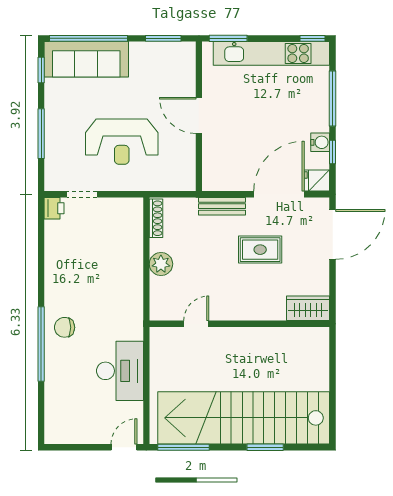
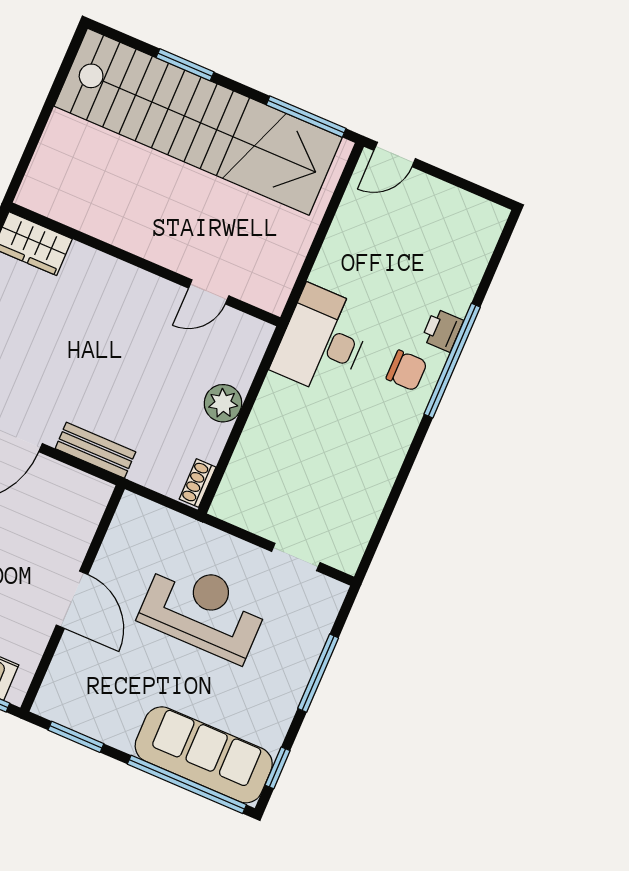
printer: (54, 208) -> (442, 330), moved
shoe rack: (156, 218) -> (198, 483), width x0.70
rug: (260, 250) -> (67, 361), removed
desk: (120, 371) -> (322, 340), moved

